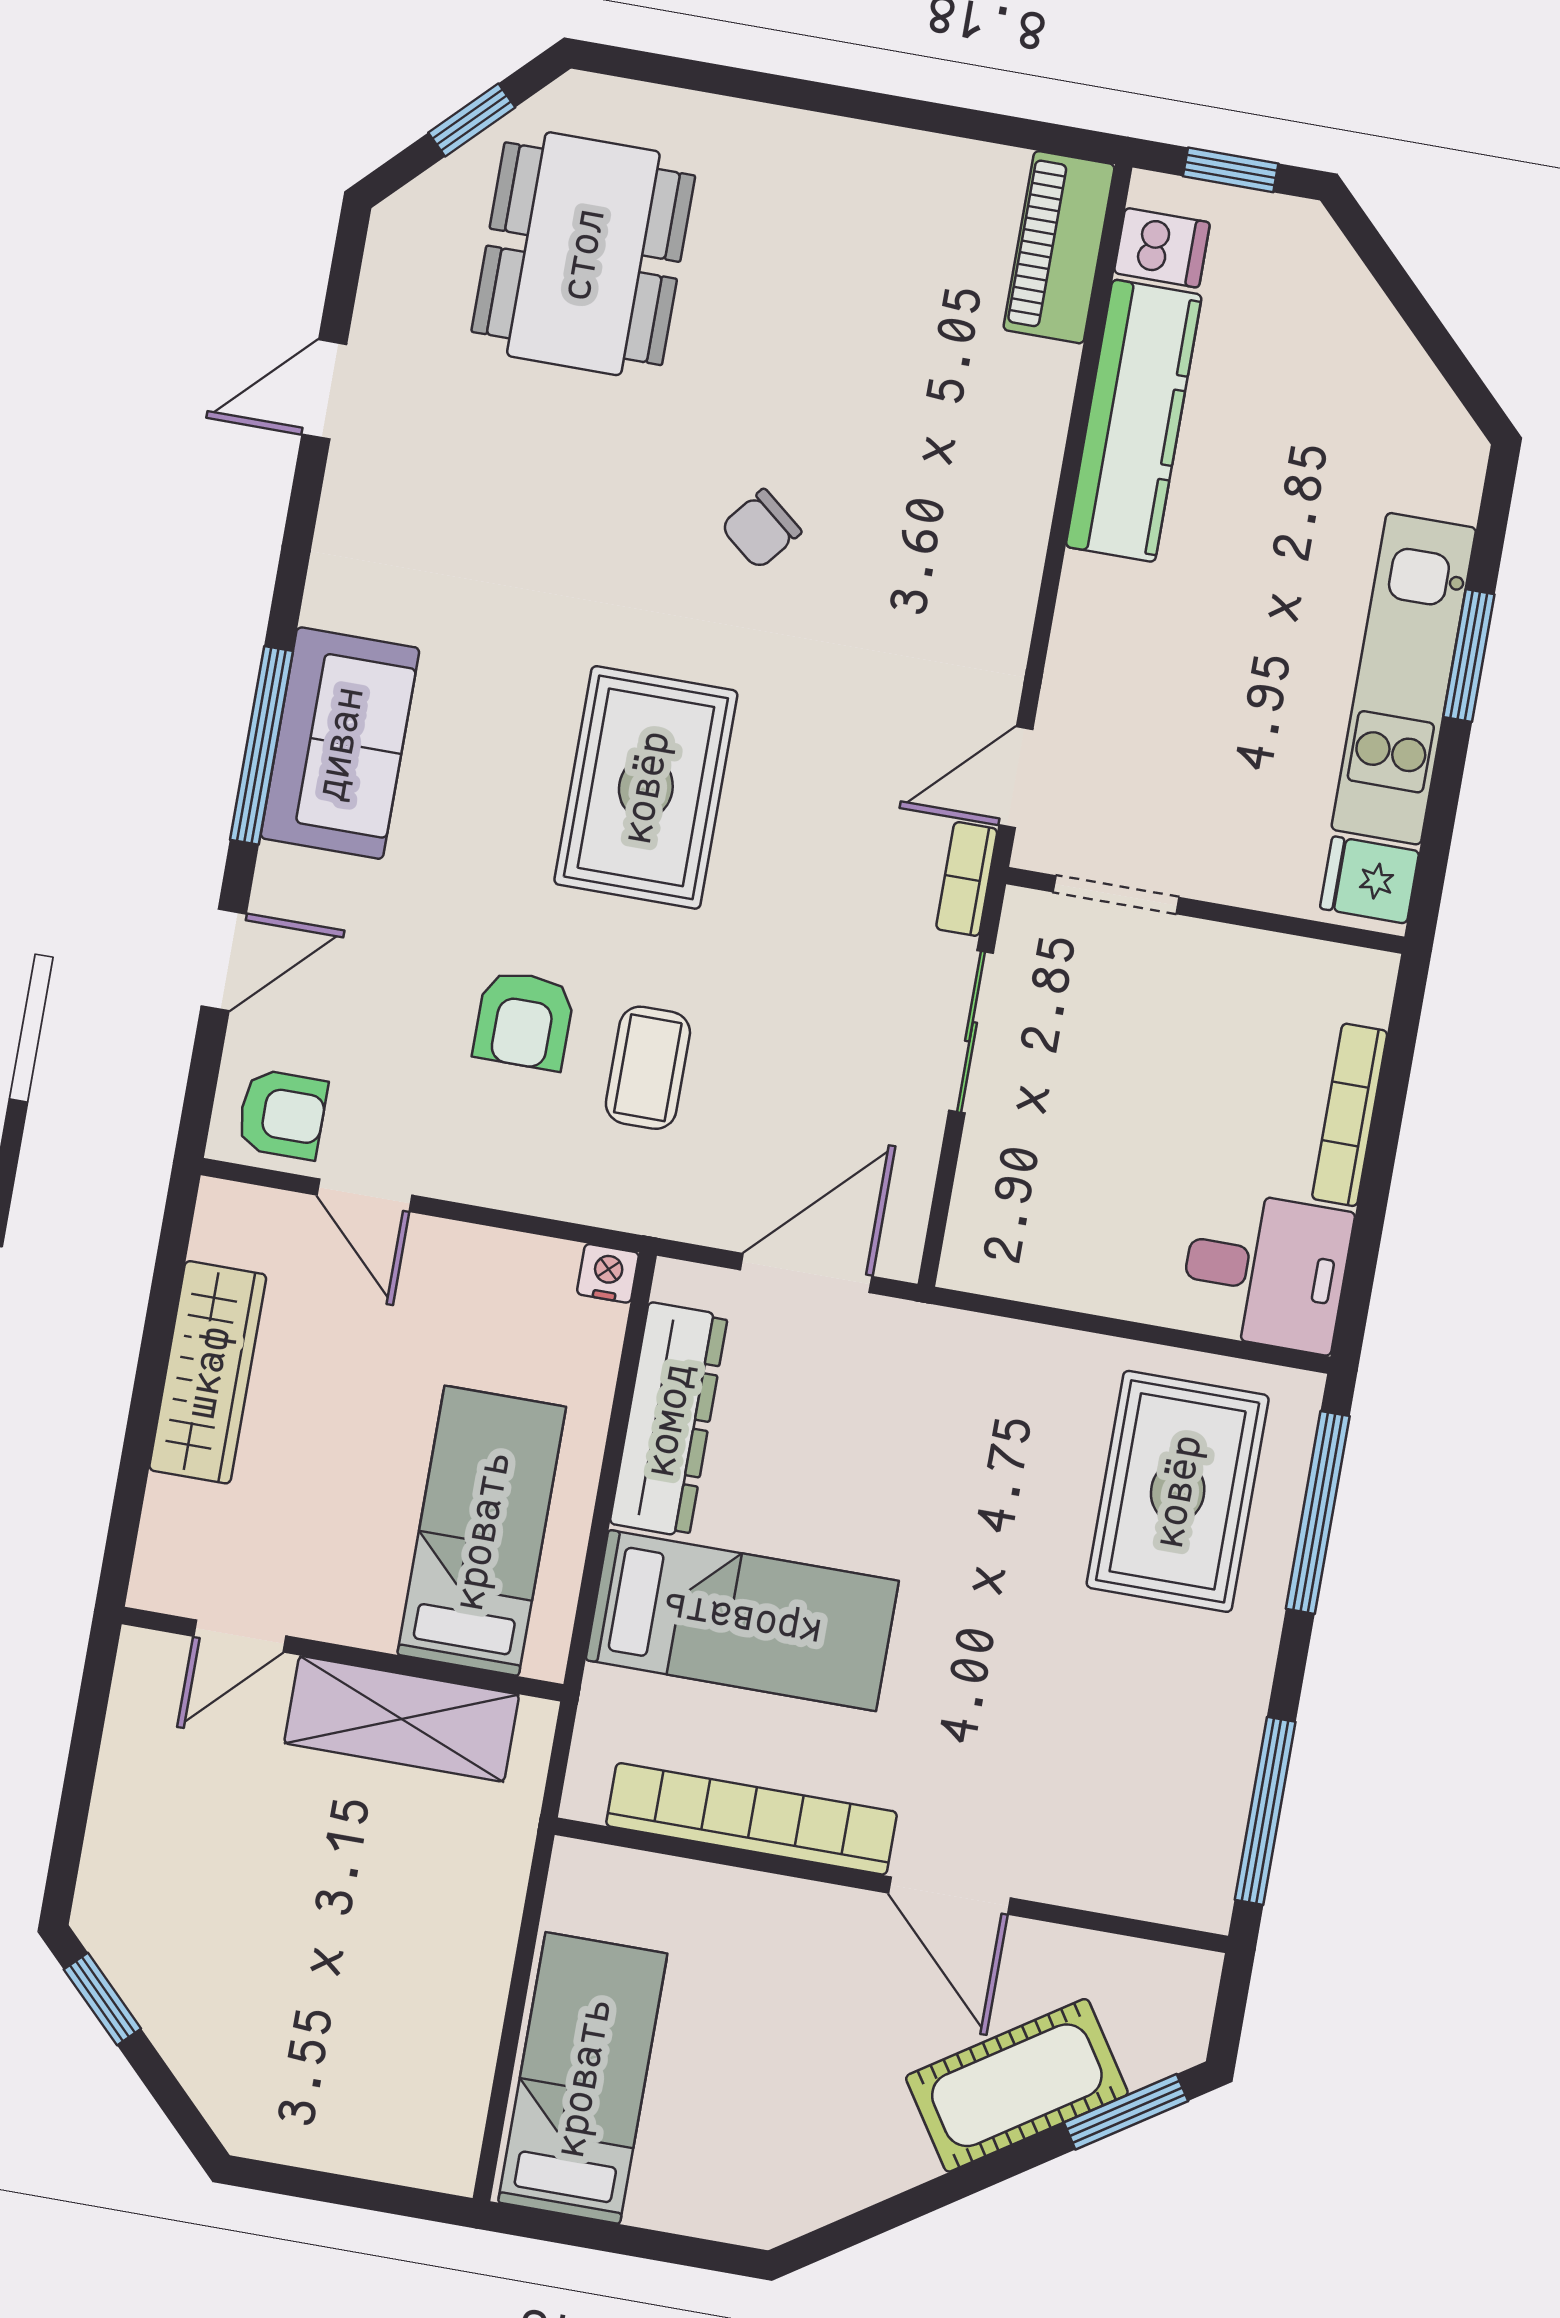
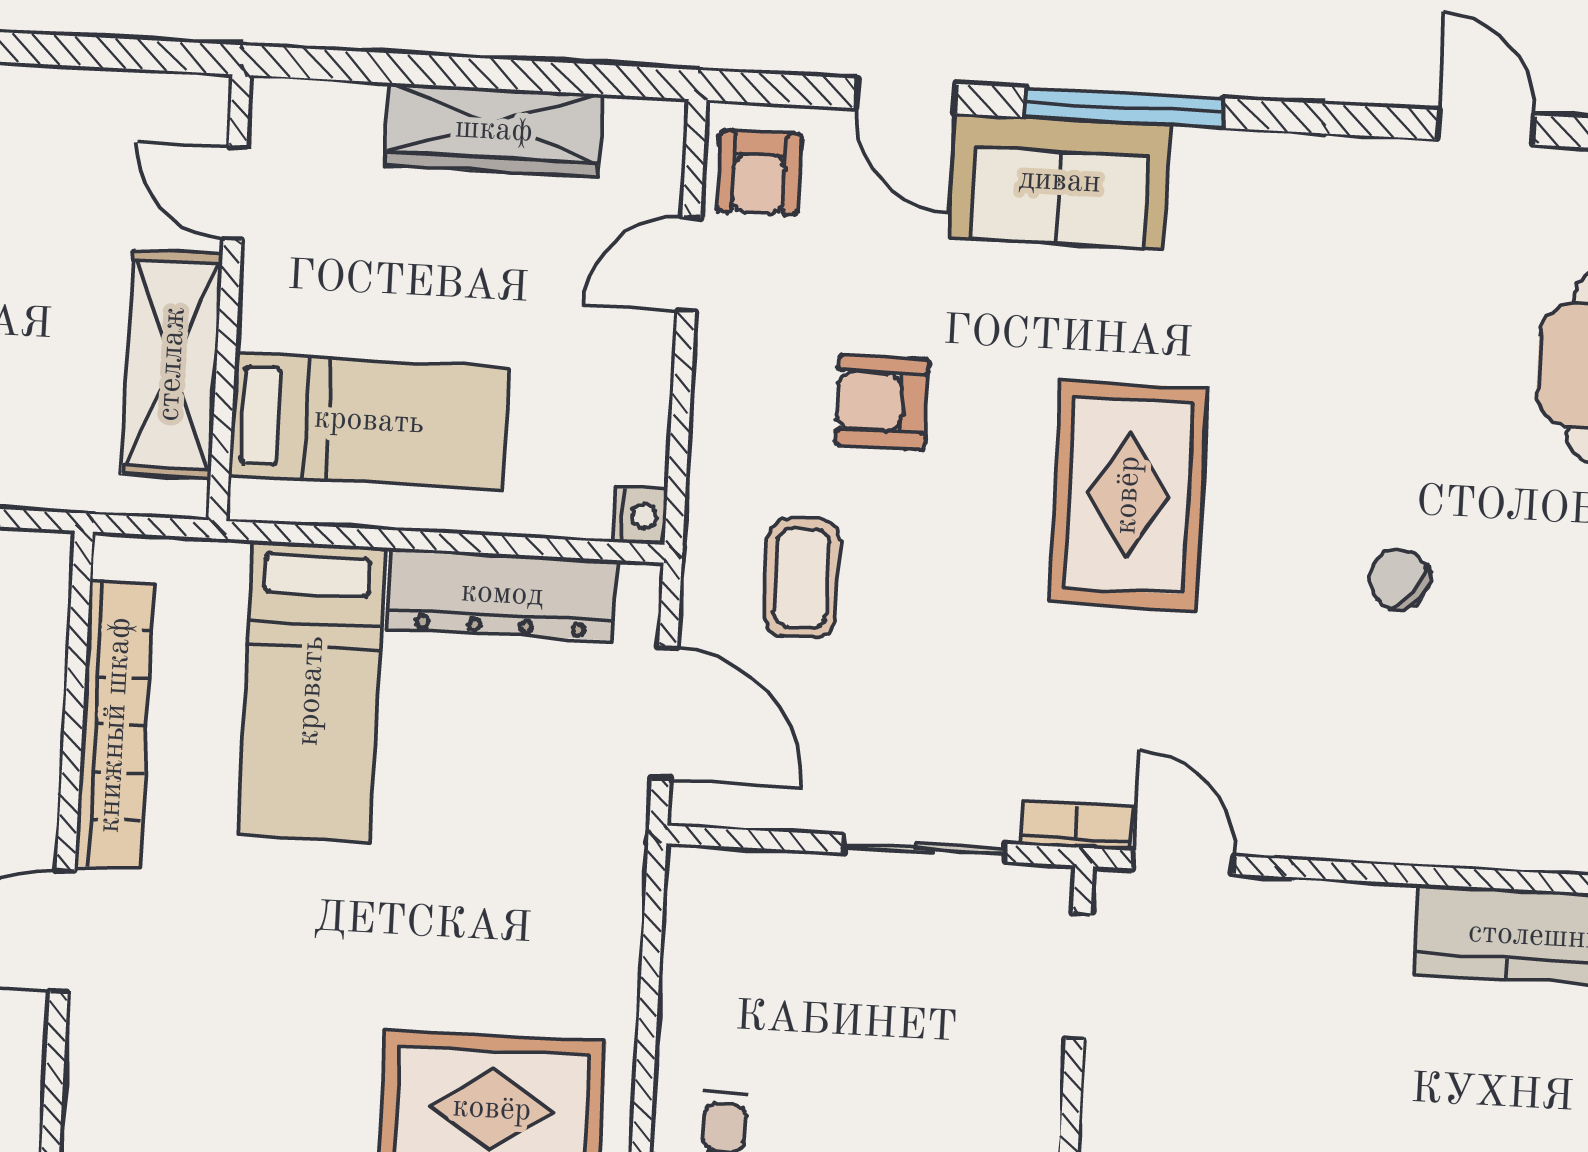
sofa: (340, 743) -> (1060, 181), moved
rug: (646, 787) -> (1128, 495), turned 90
coffee table: (648, 1068) -> (802, 578), moved, turned 90

